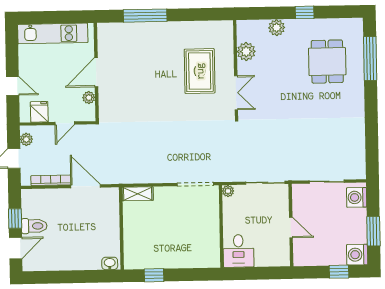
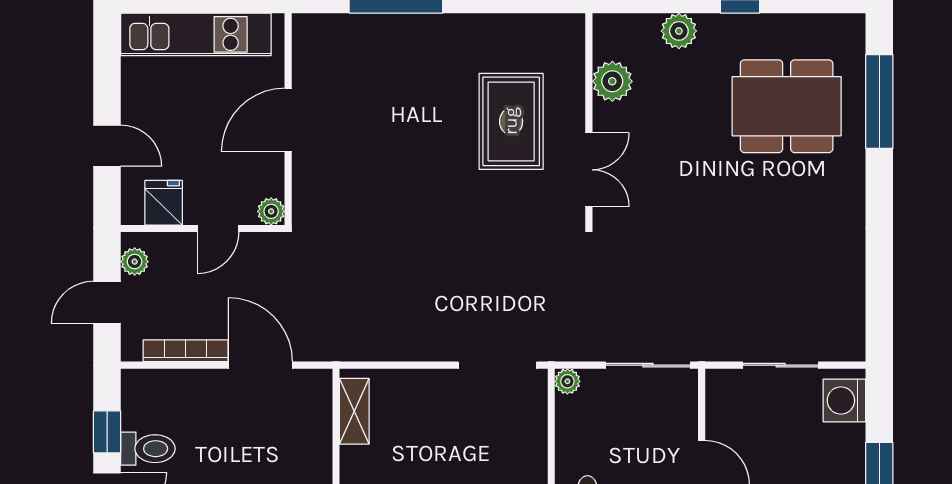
dining table: (327, 62) -> (787, 106), width x1.38
plant: (89, 98) -> (271, 211), moved
shelving: (138, 194) -> (354, 411), moved, turned 90

